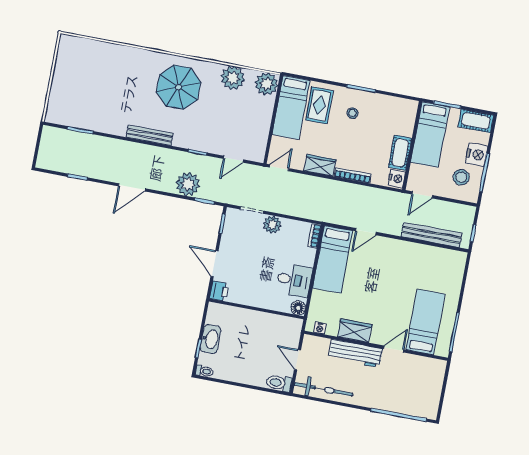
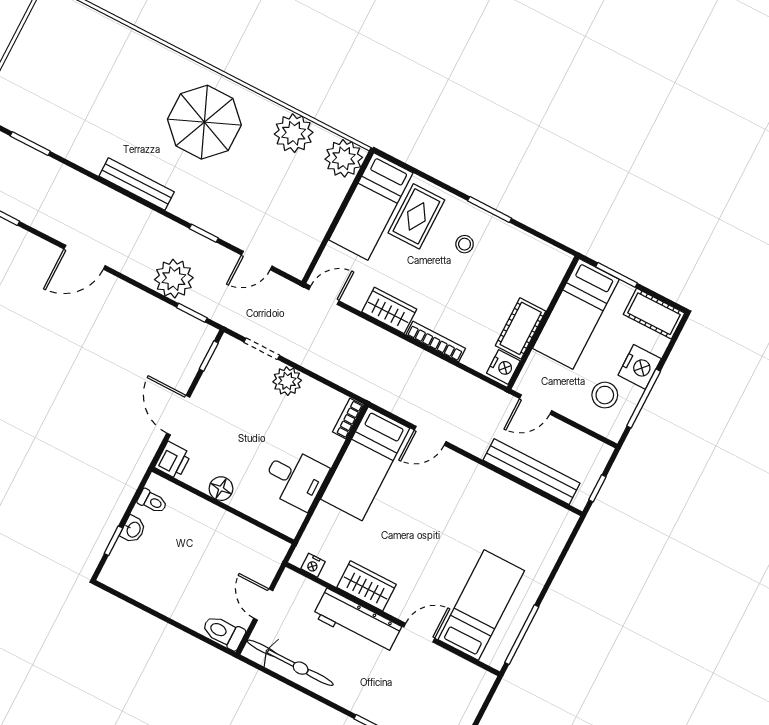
floor lamp: (298, 308) -> (221, 489), moved
washbasin: (211, 339) -> (133, 529), width x0.52, depth x0.69
toilet: (204, 371) -> (152, 501), moved

